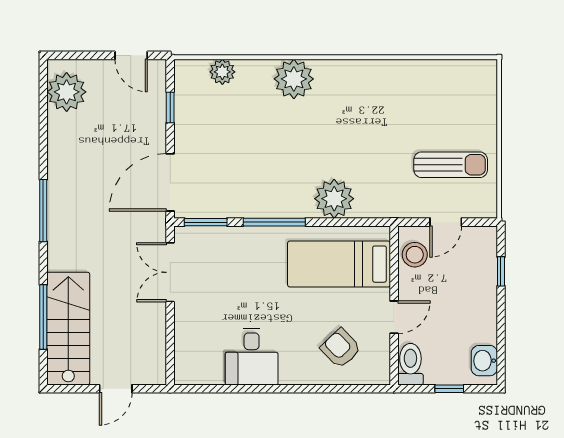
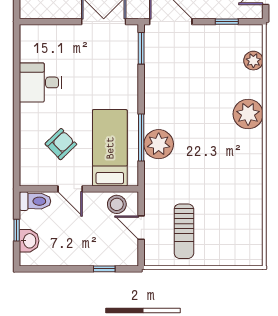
window: (274, 222) -> (141, 138), moved
armchair: (341, 348) -> (61, 144), moved
washbasin: (484, 361) -> (29, 241), moved, turned 90

